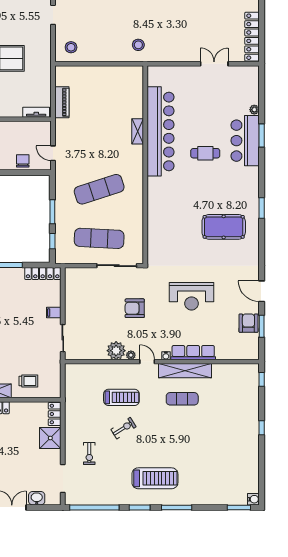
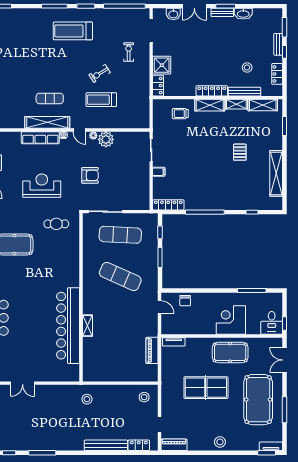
cafe table: (205, 153) -> (56, 224), moved
exercise mat: (99, 189) -> (120, 277), turned 42

